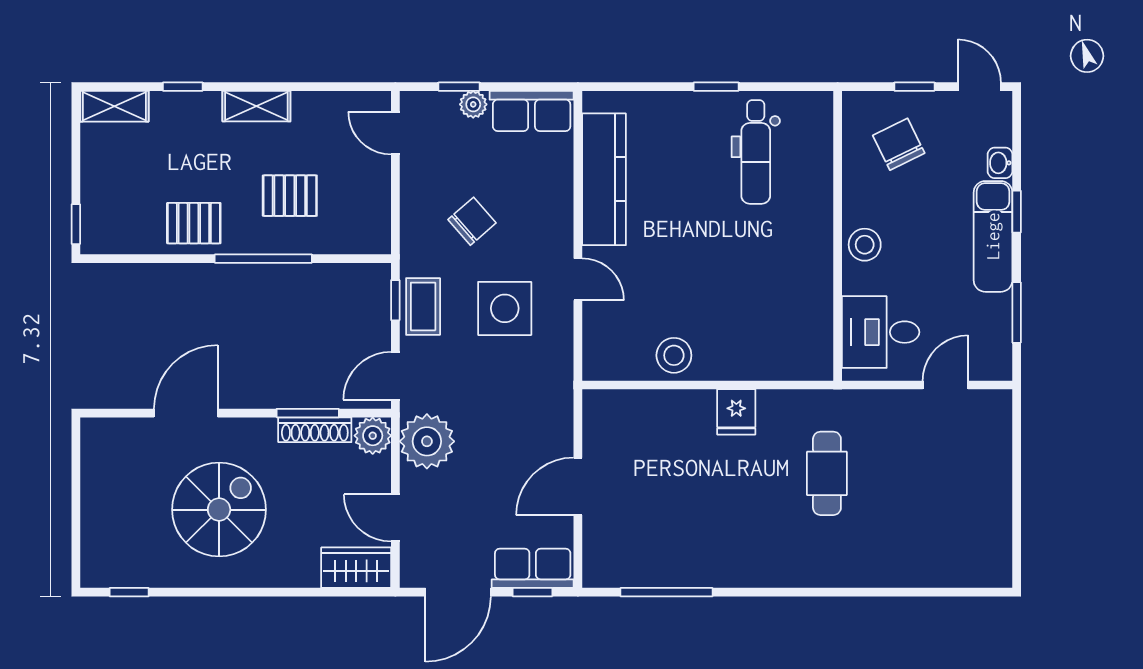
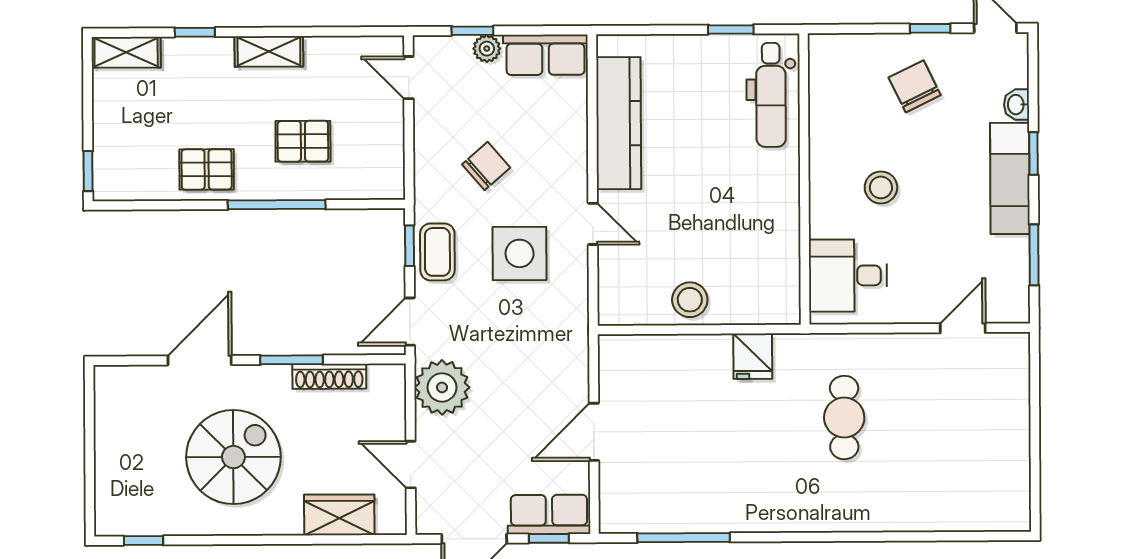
wall: (838, 236) -> (804, 179), moved
desk: (881, 332) -> (848, 276), moved
window: (308, 413) -> (292, 360), moved
plant: (373, 436) -> (387, 382), removed
wardrobe: (356, 568) -> (339, 515), moved

